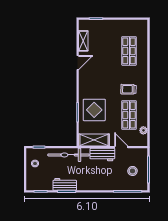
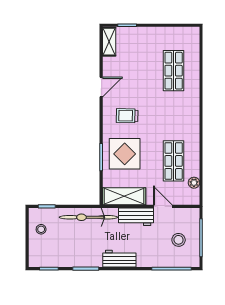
shelving: (83, 41) -> (109, 42), moved
trolley: (128, 89) -> (127, 116), moved
workbench: (65, 184) -> (119, 259), moved

